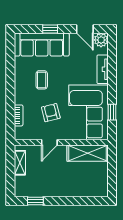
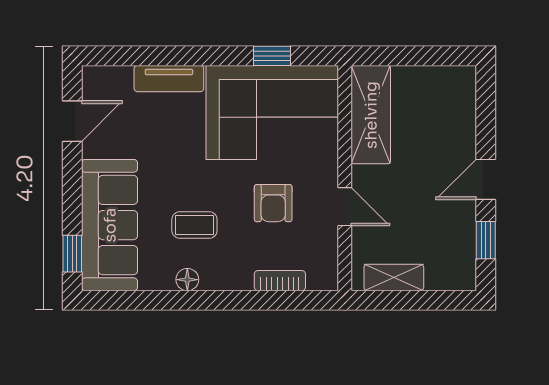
window: (50, 29) -> (72, 254), moved
plant: (101, 40) -> (98, 82), removed
floor lamp: (19, 77) -> (187, 280), added
armchair: (51, 113) -> (273, 203), turned -76
door: (61, 201) -> (486, 179), added

